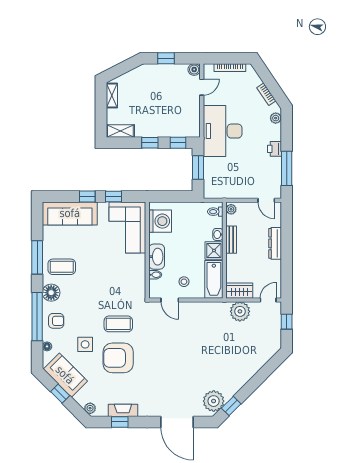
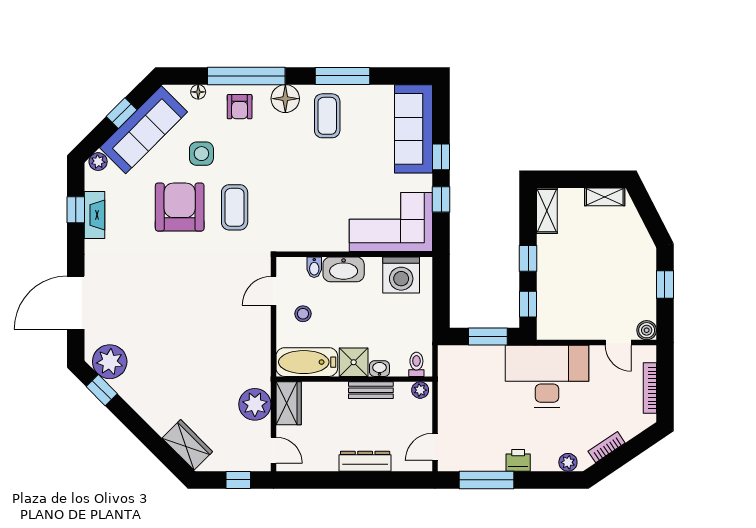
wardrobe: (265, 353) -> (187, 445), added
sofa: (65, 375) -> (143, 130), width x1.36

